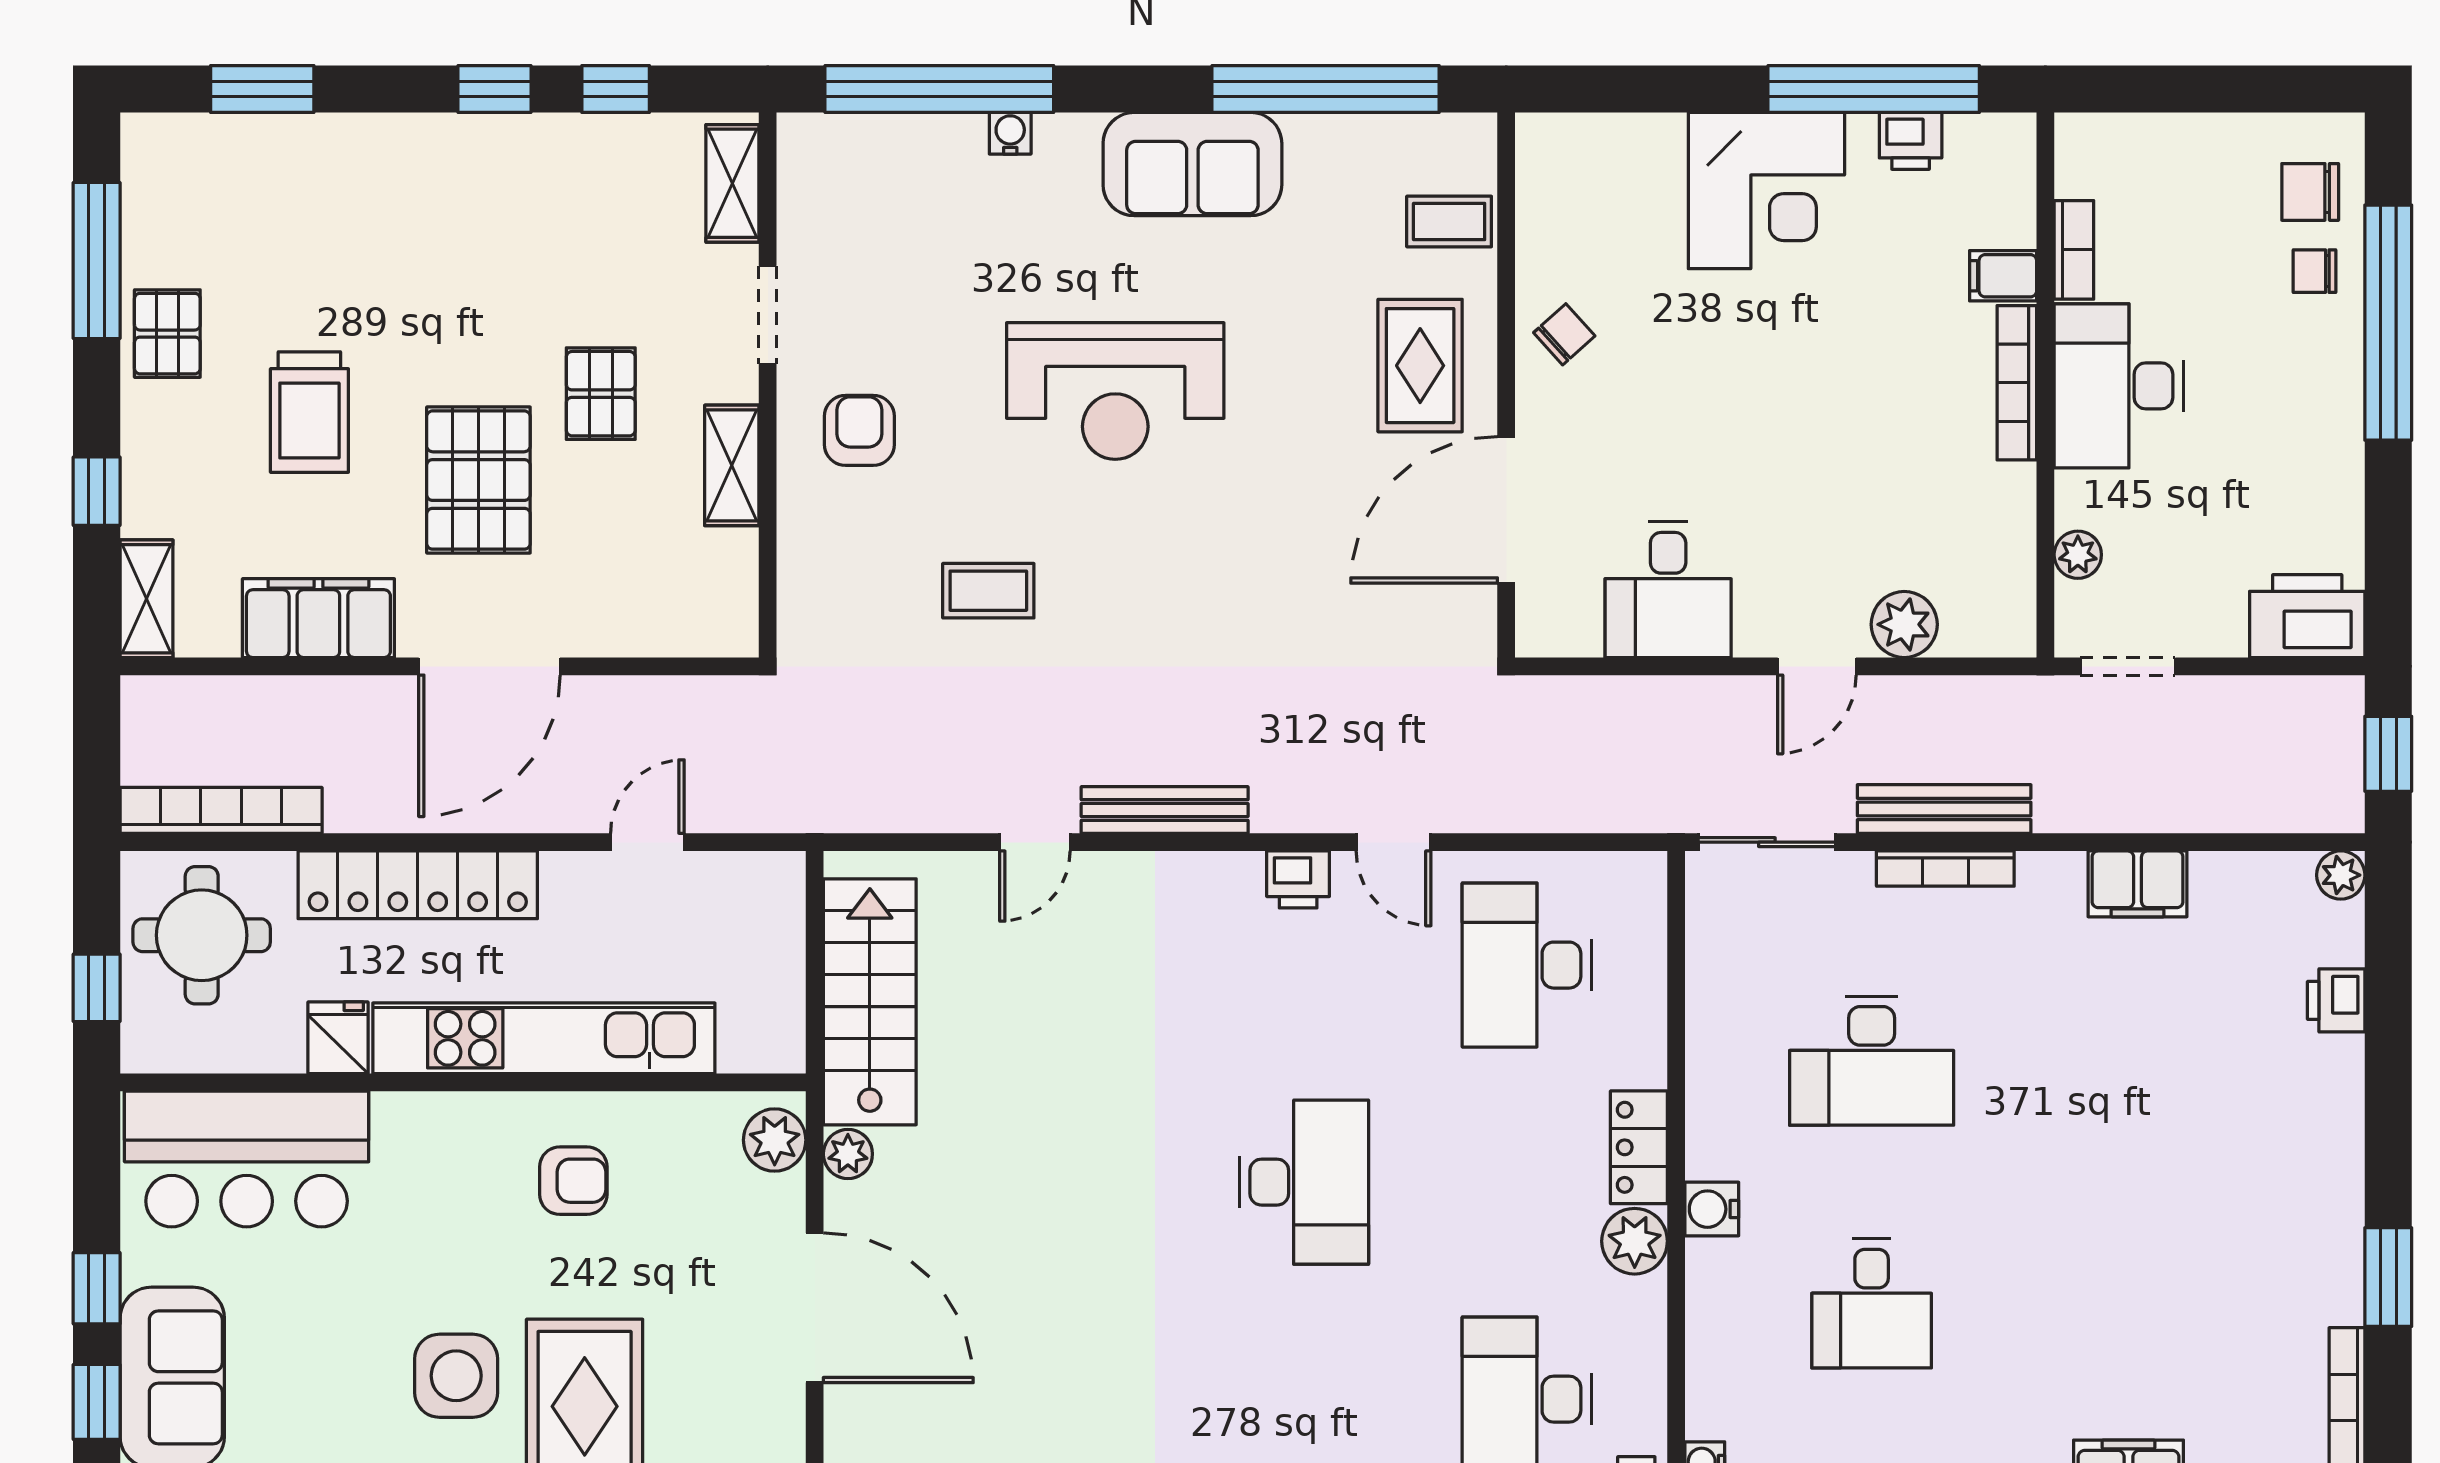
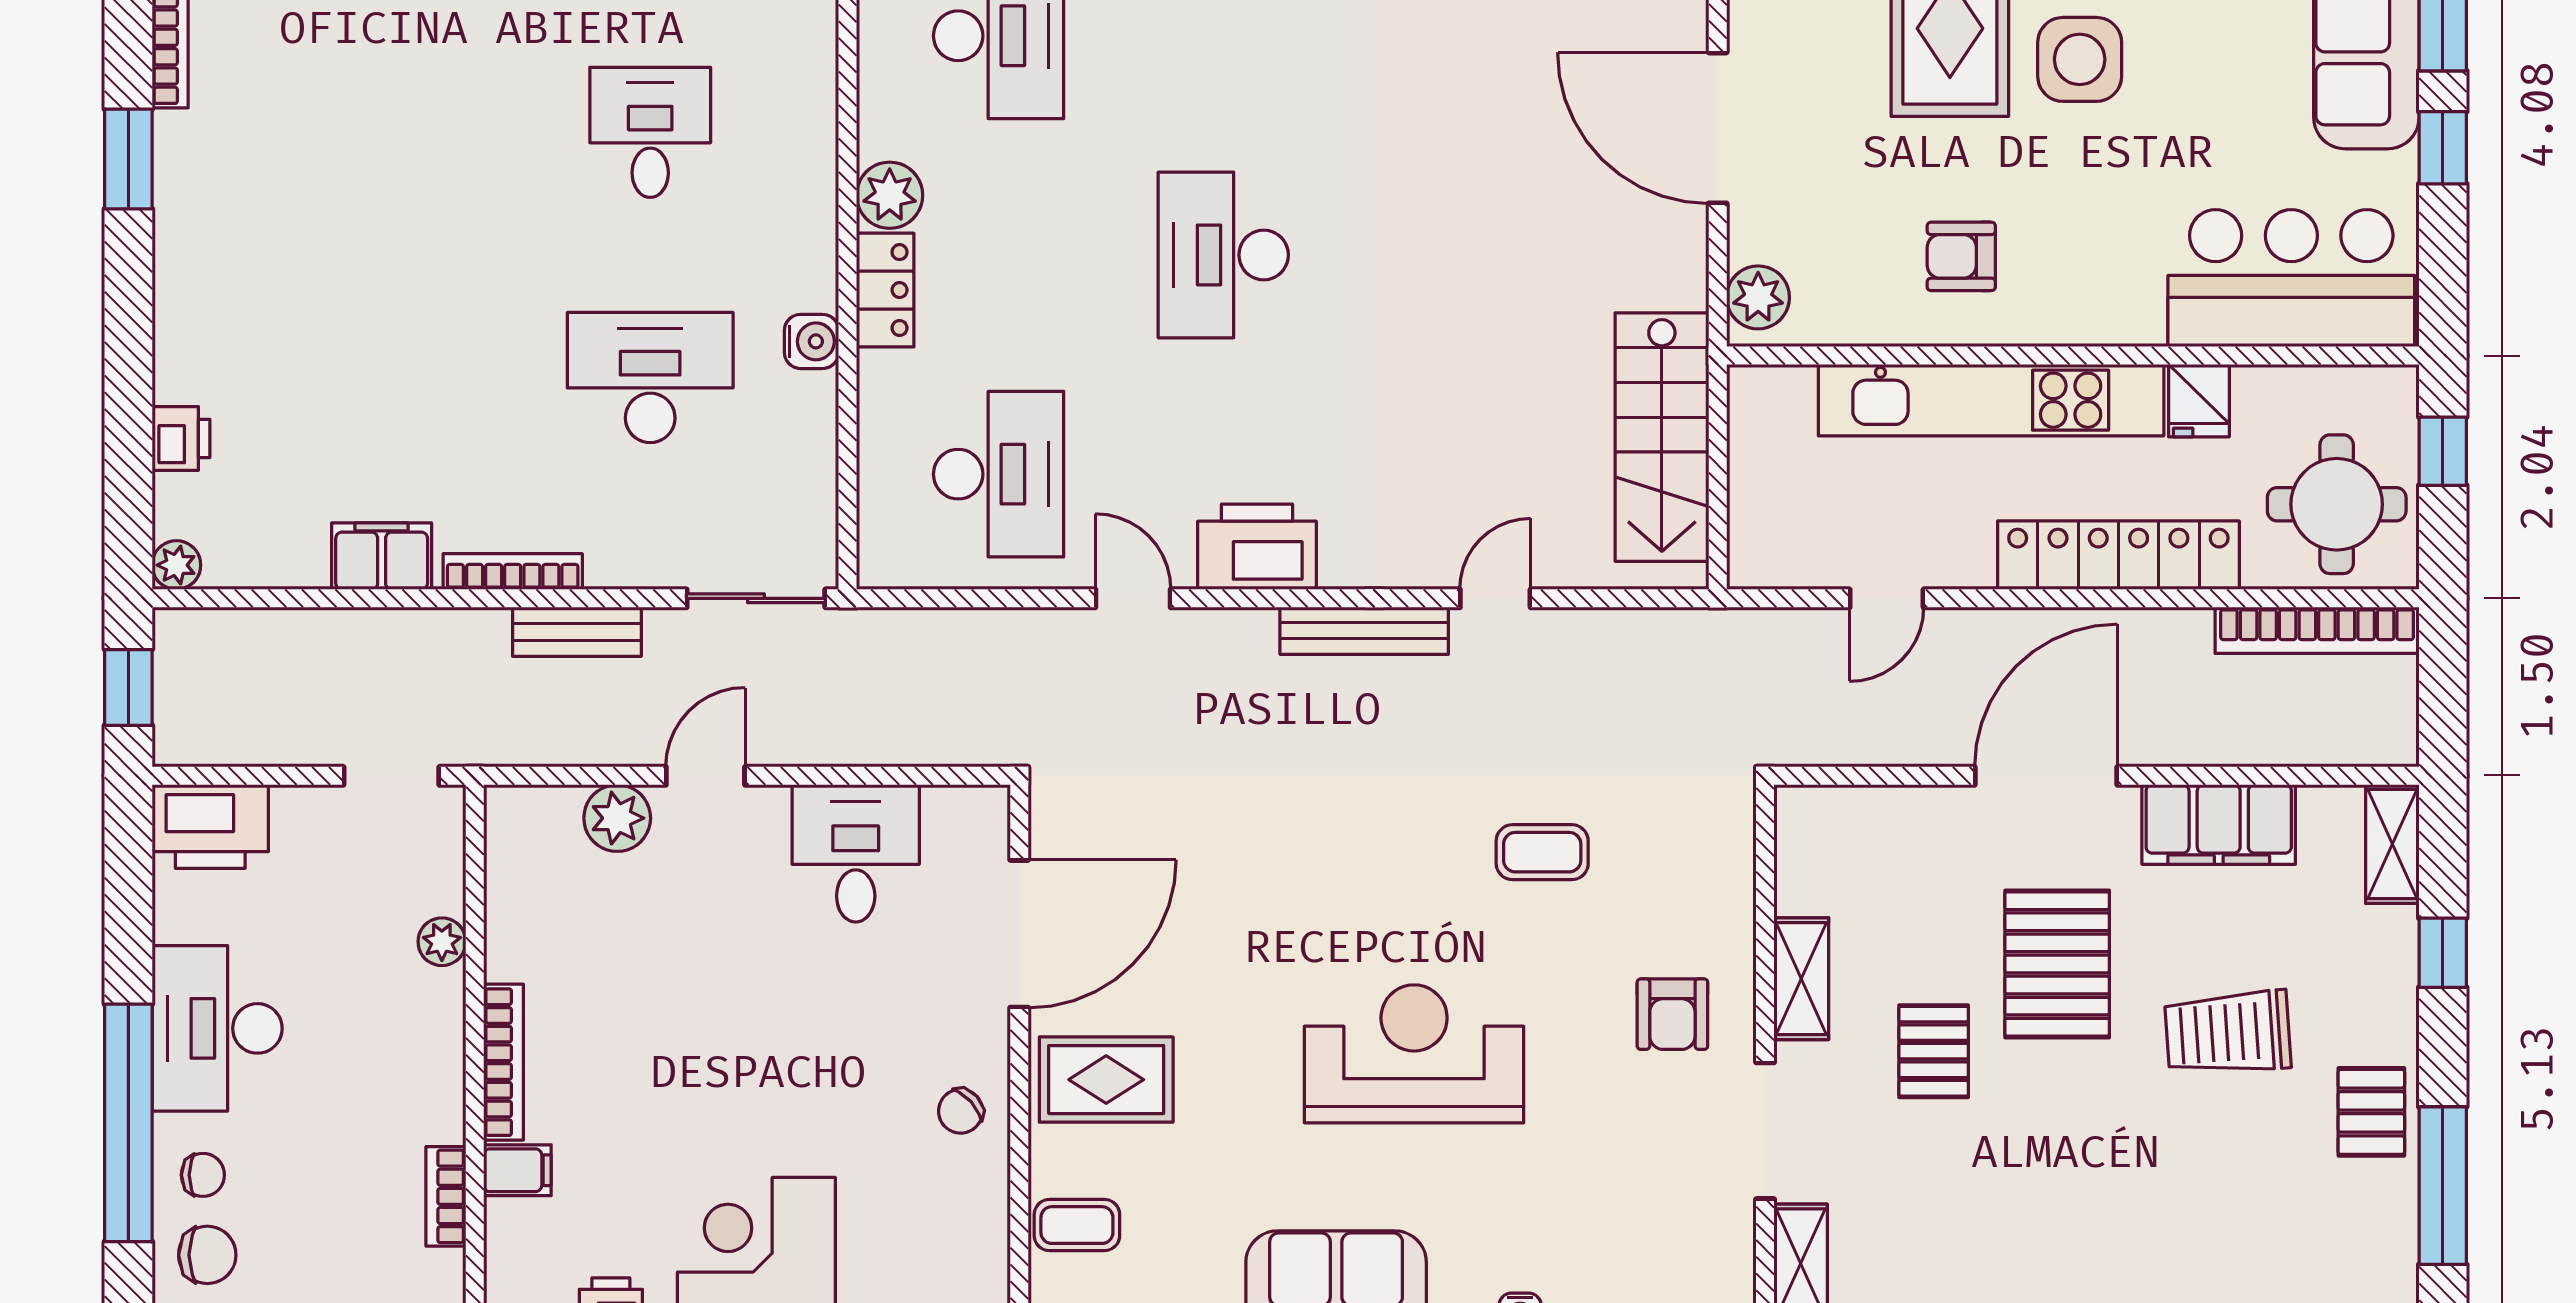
doorway: (768, 315) -> (1765, 1131), width x1.38
rug: (1420, 366) -> (1106, 1080), turned 90
desk: (2119, 386) -> (217, 1028), moved, turned 180
trolley: (309, 412) -> (2228, 1033), turned -94
plant: (2078, 555) -> (442, 942), moved
bench: (1944, 809) -> (577, 632), width x0.73
bookcase: (1945, 869) -> (513, 572), moved
printer: (1298, 879) -> (1257, 547), width x1.87, depth x1.48
plant: (848, 1154) -> (1684, 283), removed
water cooler: (1712, 1209) -> (812, 341), moved

